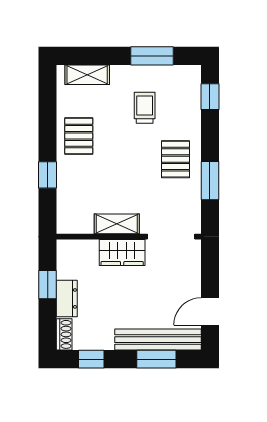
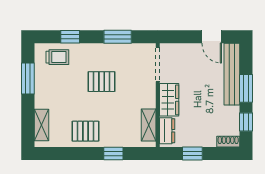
window: (210, 97) -> (70, 37), moved
trolley: (145, 108) -> (57, 57), moved, turned 180
pallet: (175, 159) -> (102, 82), moved
shelving: (117, 224) -> (149, 125), moved
dresser: (67, 298) -> (167, 131), moved, turned 90
window: (156, 359) -> (246, 88), moved

